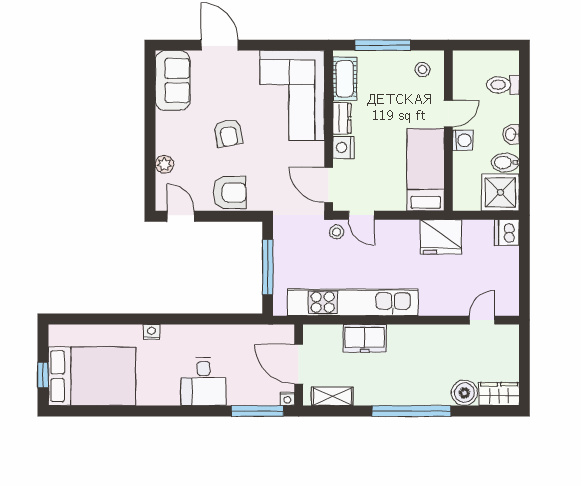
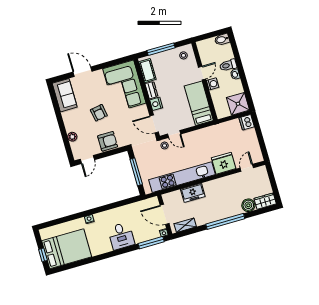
toilet: (503, 85) -> (228, 65), moved
bidet: (505, 162) -> (222, 39), moved
door: (181, 216) -> (87, 159), swing flipped
fridge: (441, 237) -> (224, 163), moved, turned 180

